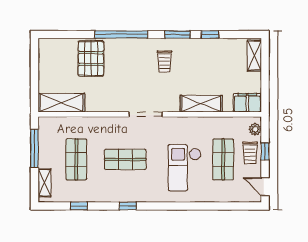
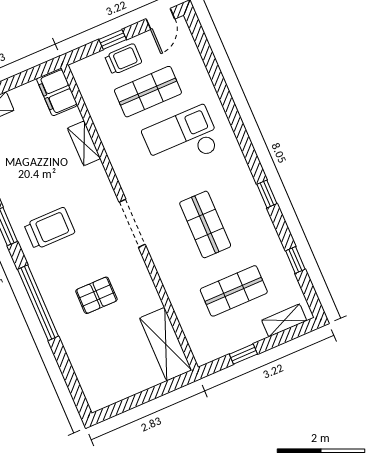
pallet: (91, 59) -> (96, 295), moved, width x0.67, depth x0.71
trolley: (165, 61) -> (49, 228), width x1.36, depth x1.39
shelving: (201, 104) -> (84, 143), width x0.67, depth x0.75
plant: (255, 129) -> (88, 66), removed
window: (34, 148) -> (243, 354), width x0.46
checkout: (185, 168) -> (182, 139), turned 180

